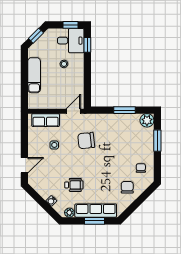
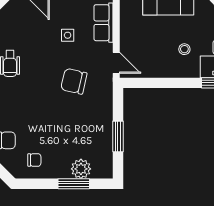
plant: (147, 120) -> (81, 169), moved
chair: (86, 141) -> (74, 81), turned -71

